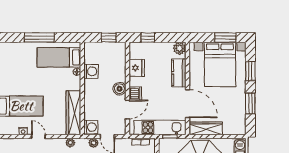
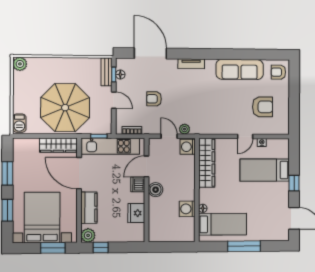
window: (109, 37) -> (168, 247), removed
window: (148, 37) -> (101, 247), moved
window: (225, 37) -> (53, 248), moved
door: (38, 136) -> (245, 136), hinge flipped
plant: (70, 143) -> (210, 129), removed

